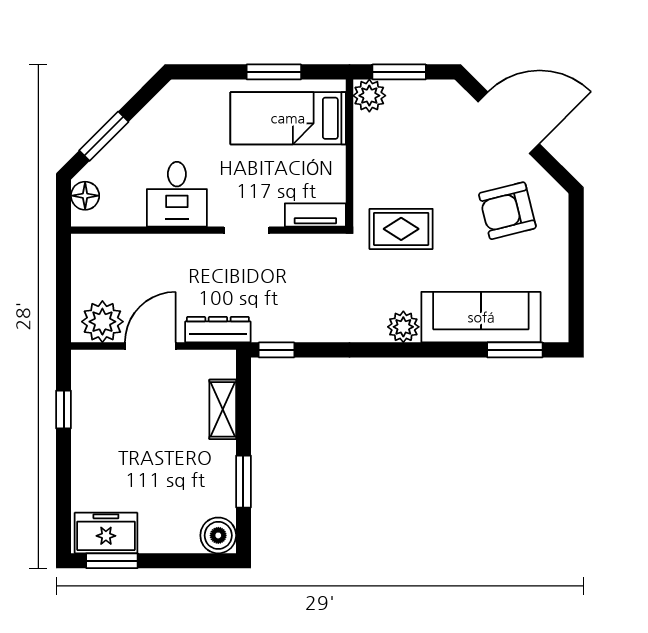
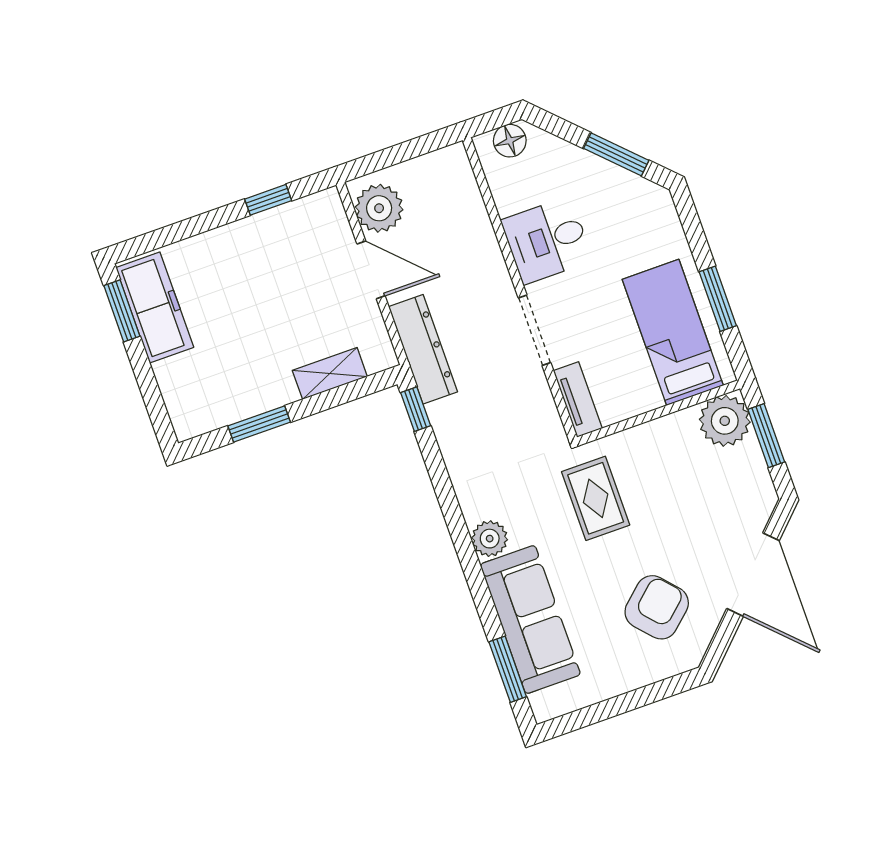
plant: (369, 96) -> (725, 421), width x1.36, depth x1.36
window: (104, 136) -> (616, 154), moved
armchair: (507, 211) -> (657, 607), turned 62
doorway: (247, 230) -> (535, 330), width x1.38
dresser: (218, 330) -> (423, 349), width x1.37, depth x1.24
freezer: (106, 533) -> (155, 307), width x1.40
boiler: (218, 535) -> (191, 417), removed

